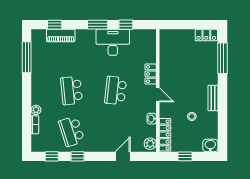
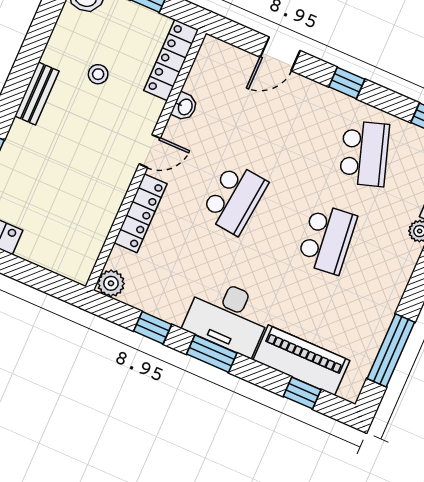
piano: (61, 36) -> (301, 360), width x1.37, depth x1.33
desk: (113, 42) -> (228, 316), moved
locker: (151, 74) -> (141, 213), width x1.53
door: (158, 95) -> (150, 151), swing flipped
plant: (150, 144) -> (111, 283), moved
window: (78, 156) -> (347, 83), moved

